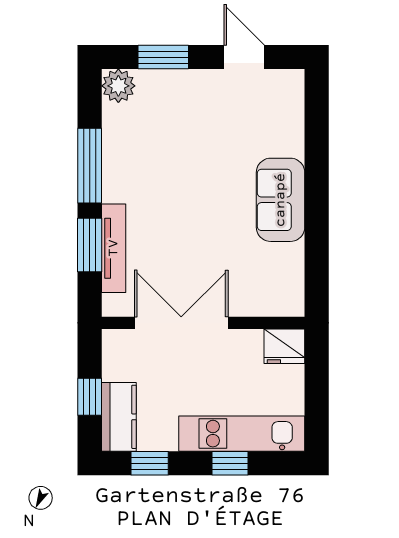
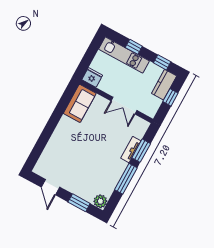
sofa: (281, 200) -> (80, 103), moved
tv unit: (114, 248) -> (131, 150), width x0.71
double door: (181, 323) -> (124, 106), width x0.73

